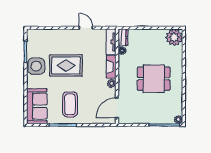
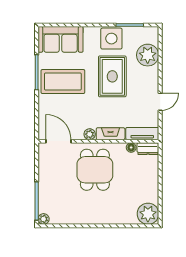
plant: (49, 38) -> (148, 55), added
dining table: (154, 79) -> (95, 170), moved
coffee table: (70, 104) -> (63, 82), width x1.36, depth x1.32

